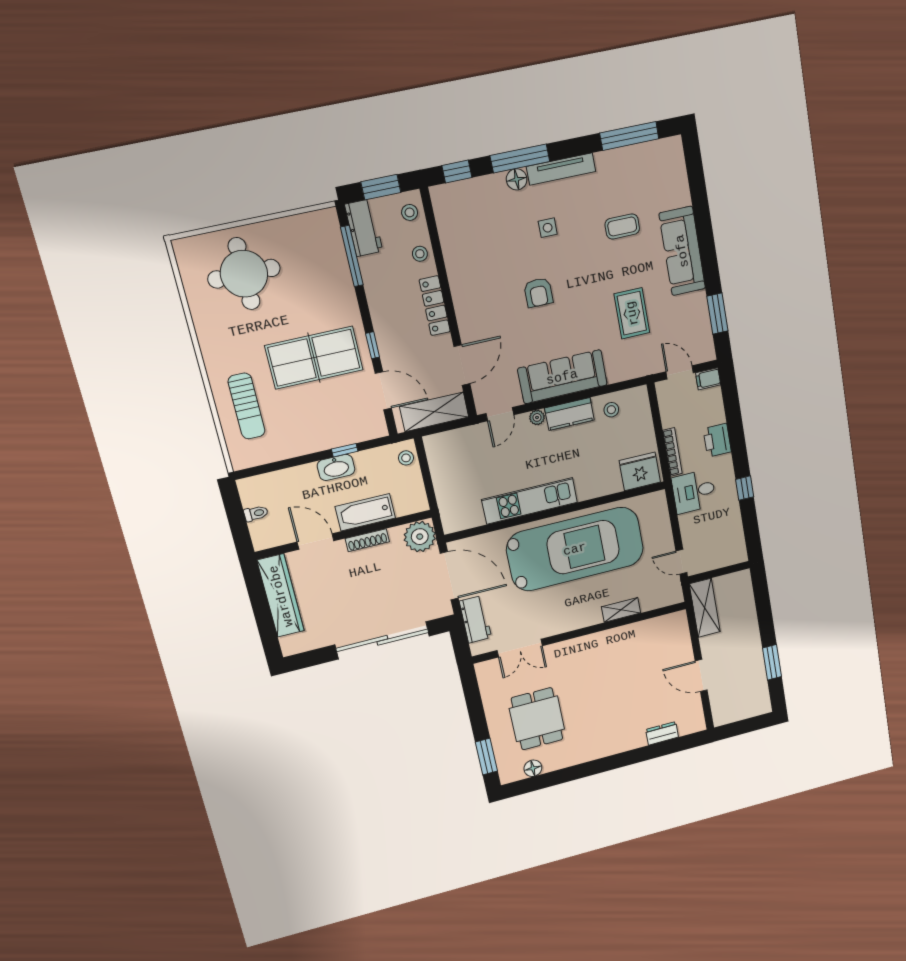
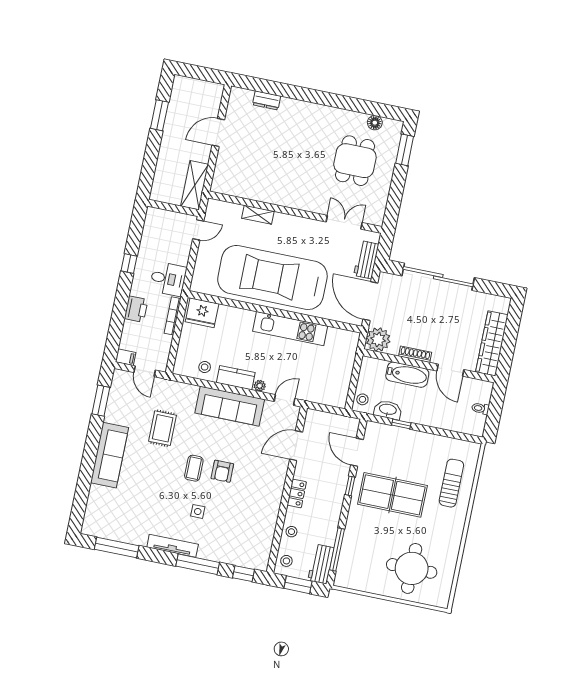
floor lamp: (517, 179) -> (206, 552), removed
coffee table: (622, 226) -> (194, 468), moved, turned 90
armchair: (538, 293) -> (222, 471), turned 180
locker: (435, 306) -> (297, 493), width x0.66
shelving: (434, 412) -> (329, 422), removed
washbasin: (336, 467) -> (388, 410), moved
door: (681, 562) -> (198, 230), hinge flipped
door: (701, 675) -> (218, 132), swing flipped

